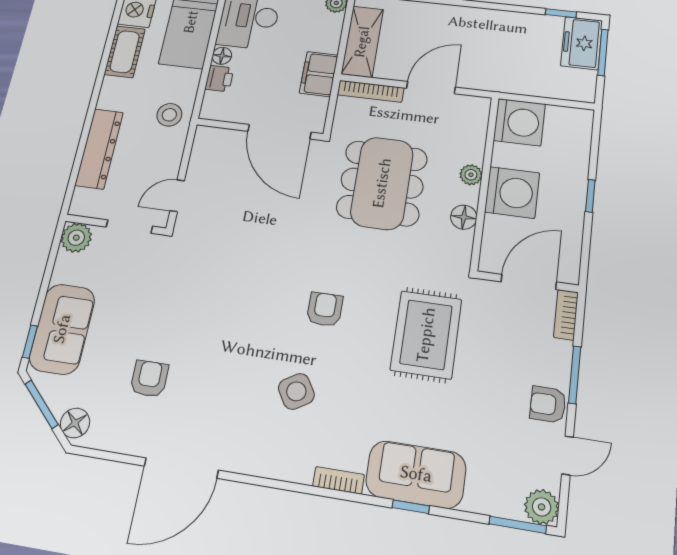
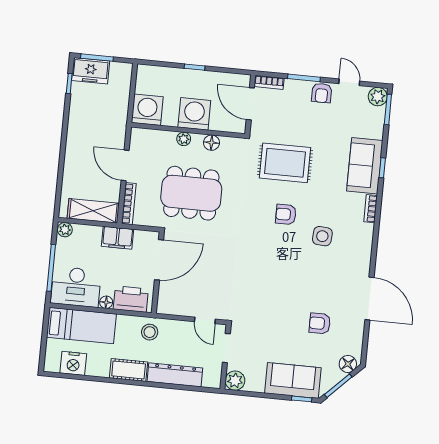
cot: (125, 52) -> (129, 370), moved
printer: (219, 79) -> (131, 299), width x1.87, depth x1.48
armchair: (325, 309) -> (286, 214), moved
side table: (296, 391) -> (322, 236), turned 36

